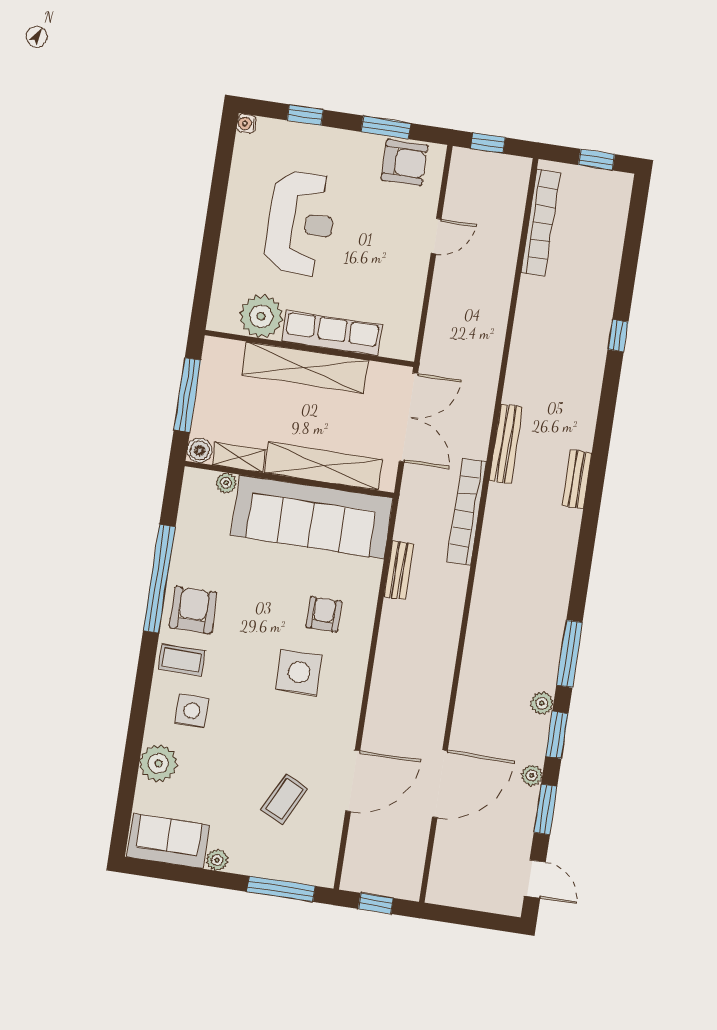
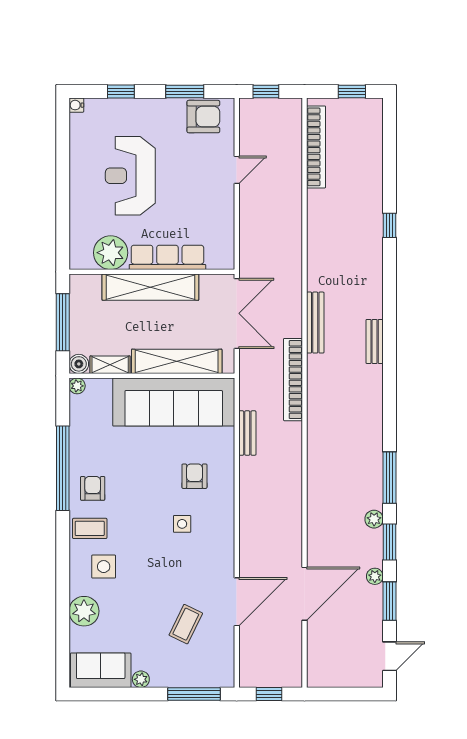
reception desk: (301, 223) -> (130, 176), turned 180
plant: (226, 483) -> (77, 386), moved
armchair: (193, 610) -> (93, 488), width x0.72, depth x0.72
side table: (299, 672) -> (182, 524), width x0.54, depth x0.54
door: (535, 879) -> (389, 656), hinge flipped

